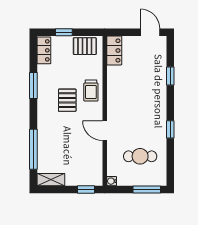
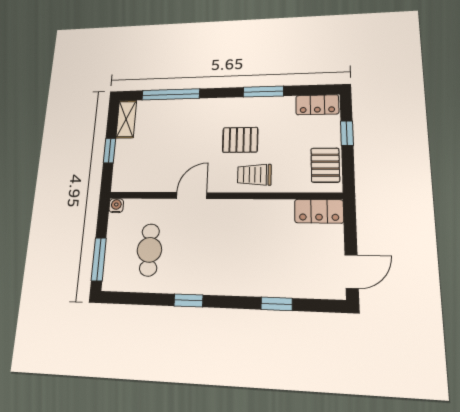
window: (86, 189) -> (110, 151), moved

